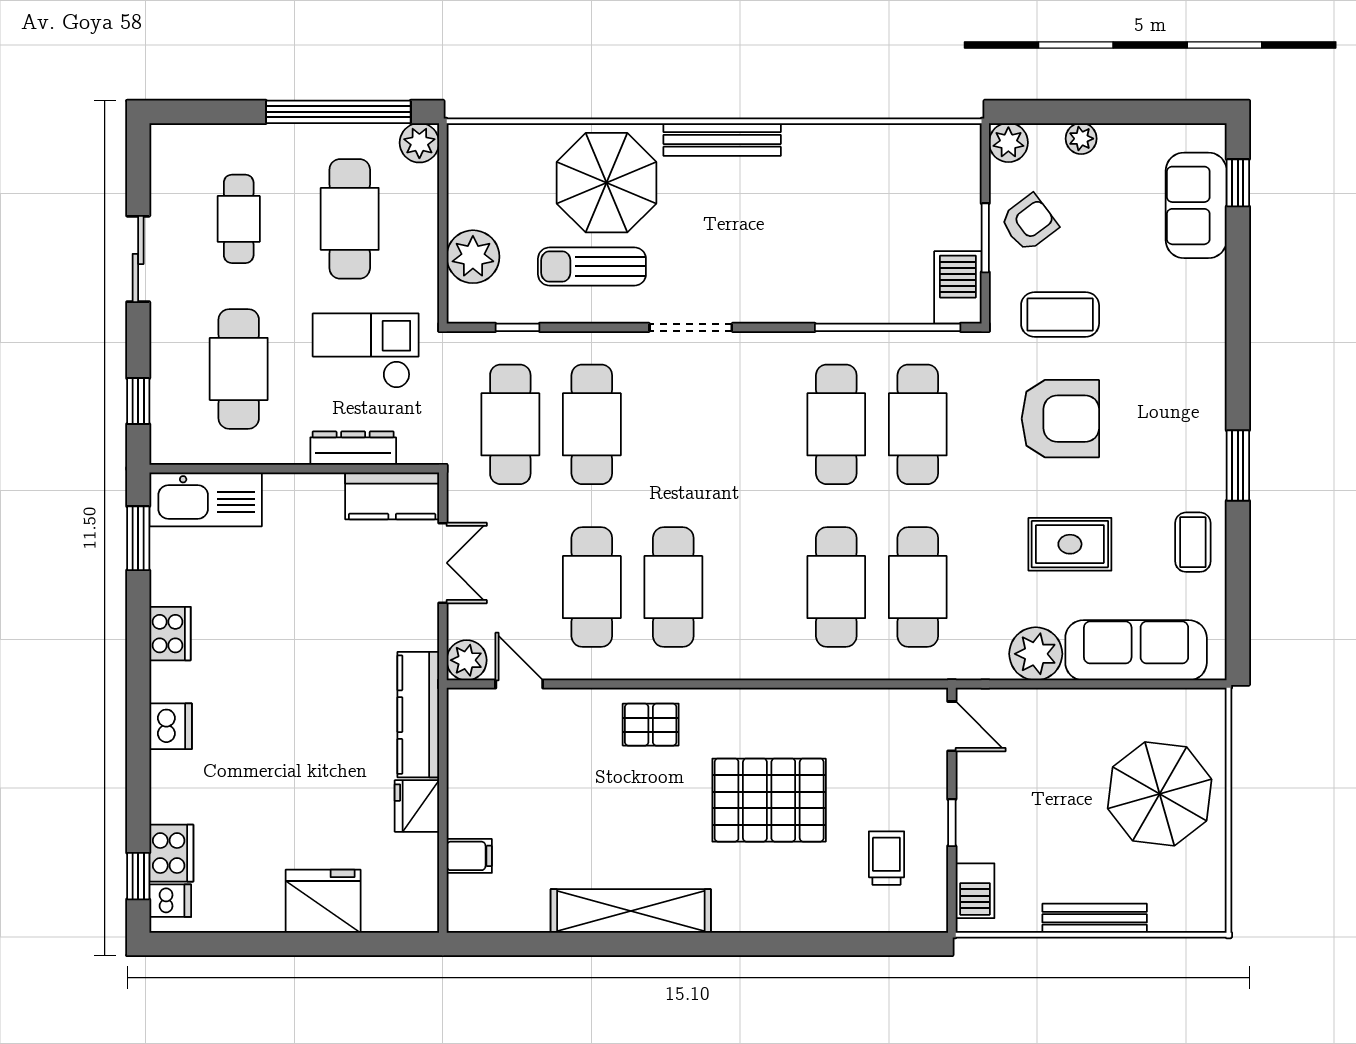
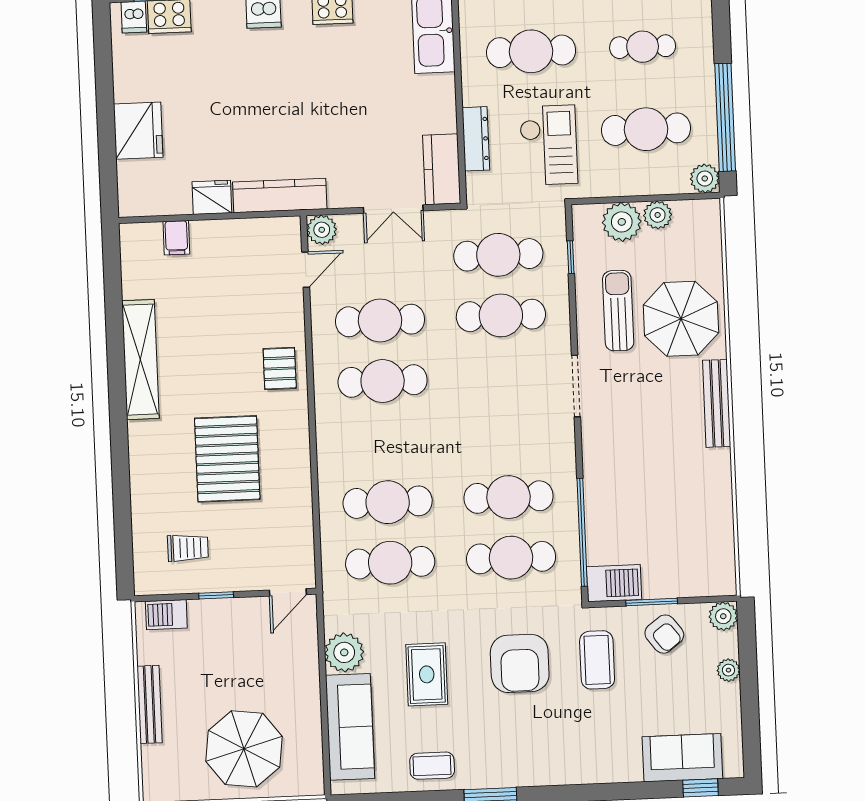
plant: (466, 208) -> (658, 215), added

